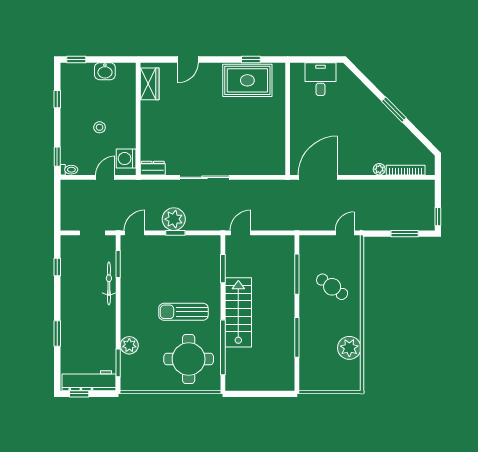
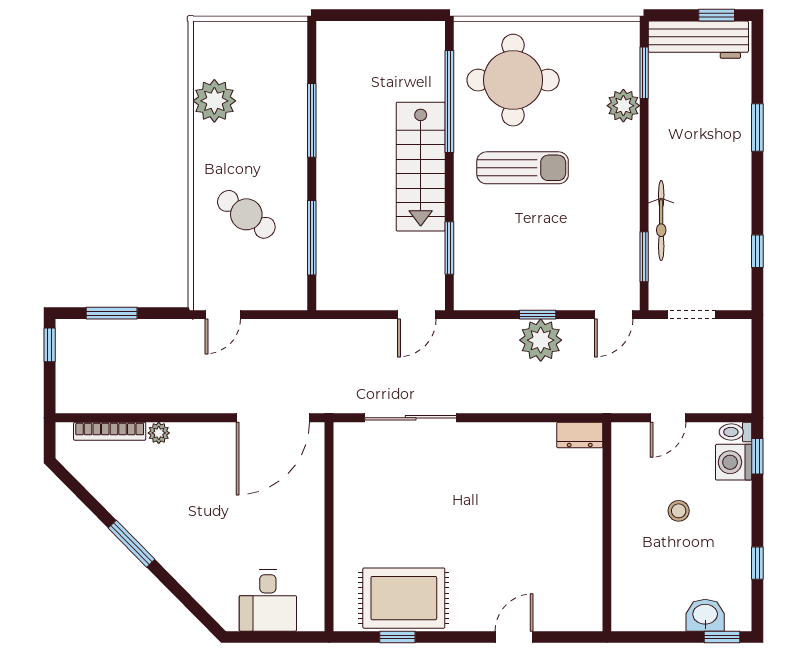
washbasin: (105, 71) -> (705, 615), moved
wardrobe: (150, 84) -> (585, 591), removed
washing machine: (126, 159) -> (734, 462), moved, turned 180
sliding door: (205, 177) -> (411, 418), moved

